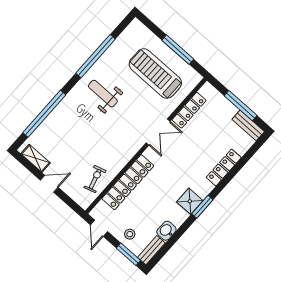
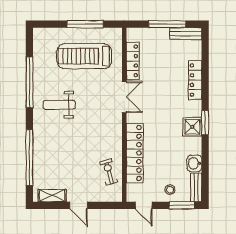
door: (49, 184) -> (79, 205), swing flipped

